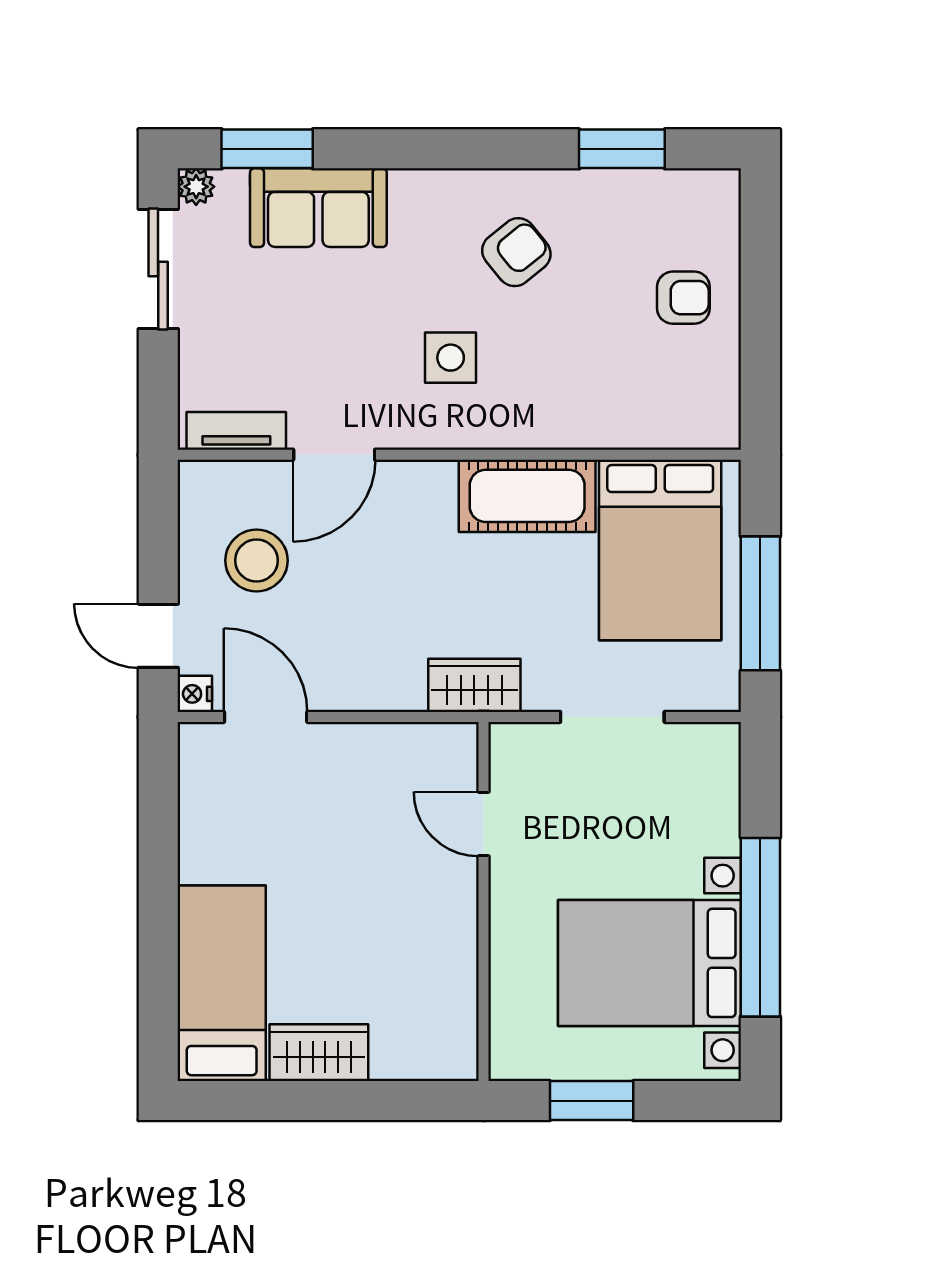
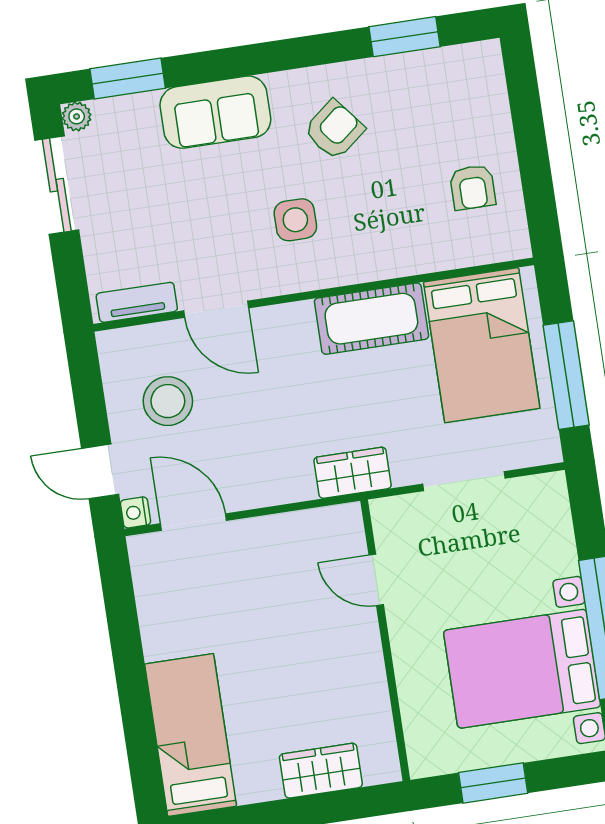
sofa: (318, 208) -> (215, 112), moved
armchair: (683, 298) -> (473, 187), moved, turned 90
door: (334, 455) -> (216, 309), hinge flipped
wardrobe: (319, 1053) -> (321, 771), moved

